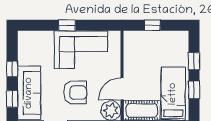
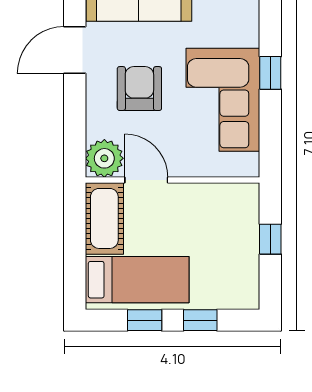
armchair: (75, 92) -> (139, 89), turned 180

